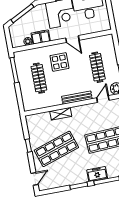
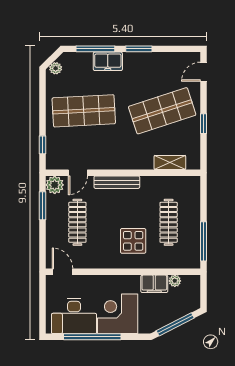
door: (72, 39) -> (63, 272), moved
shelving: (61, 114) -> (170, 163), moved

